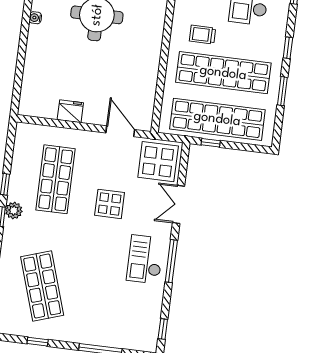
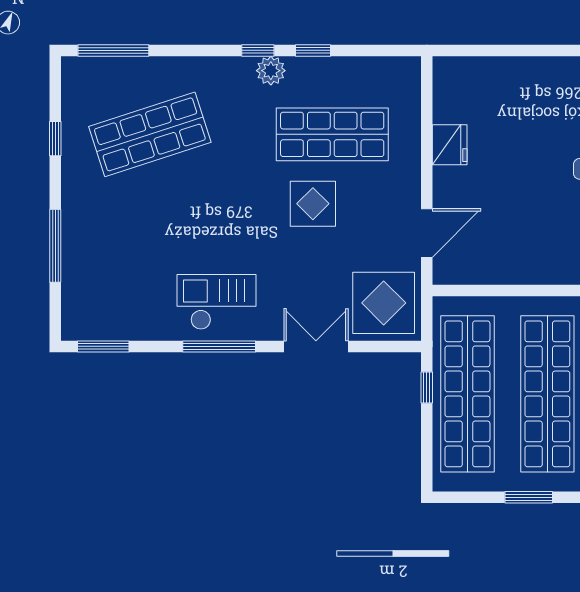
display table: (110, 204) -> (313, 204), moved
window: (163, 329) -> (103, 346), width x1.50

